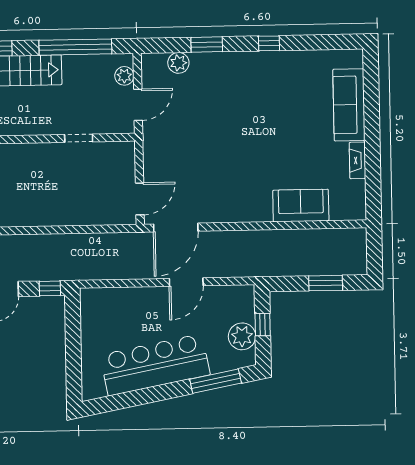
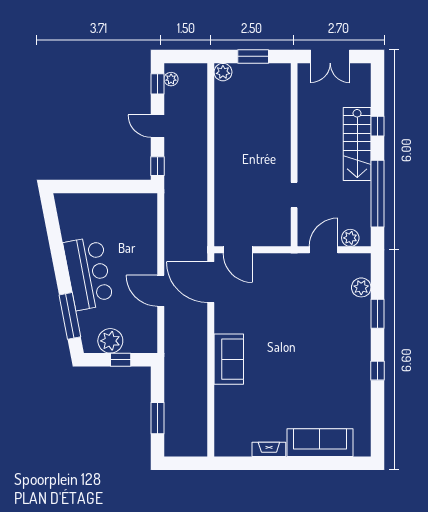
door: (138, 105) -> (324, 250), swing flipped
sofa: (301, 206) -> (229, 359), moved
bar counter: (155, 365) -> (88, 273), width x0.73

